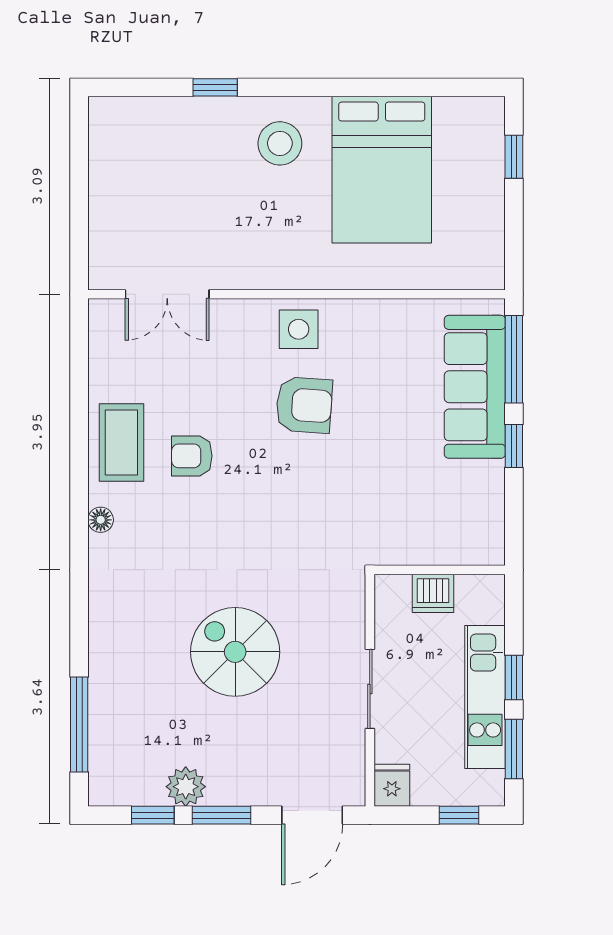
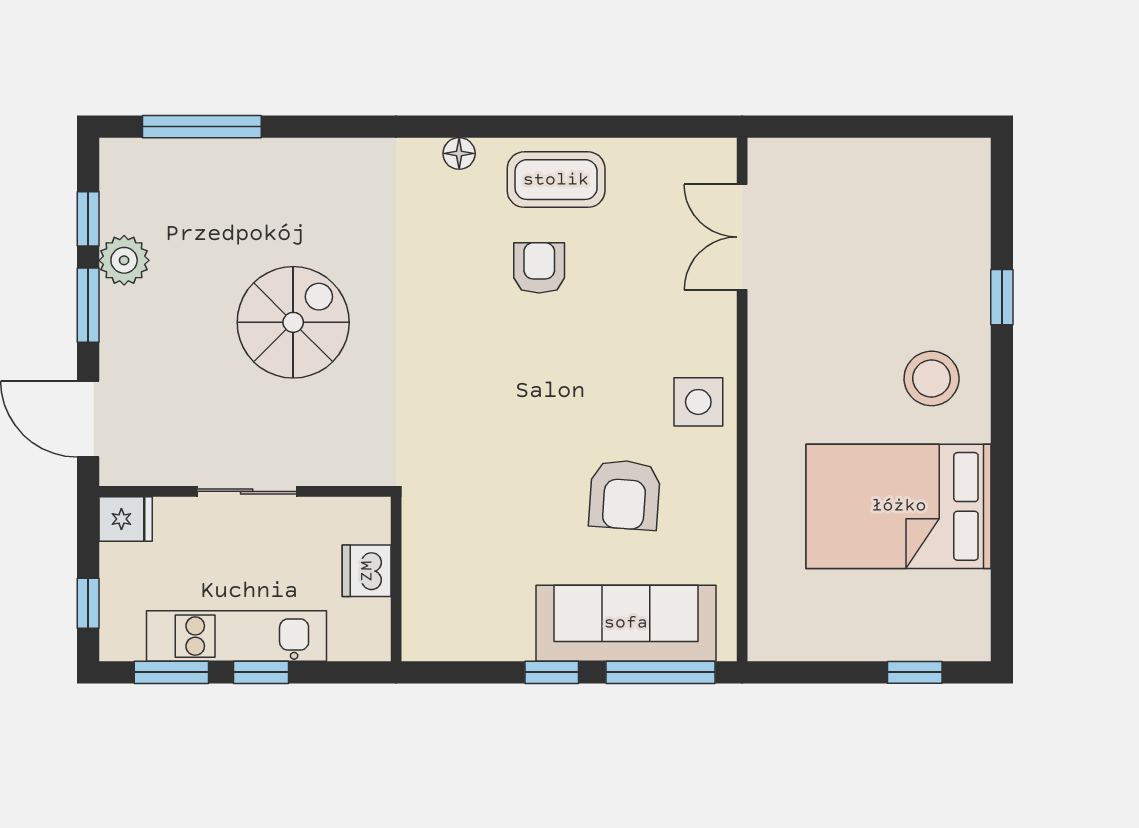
armchair: (304, 405) -> (625, 495), moved

